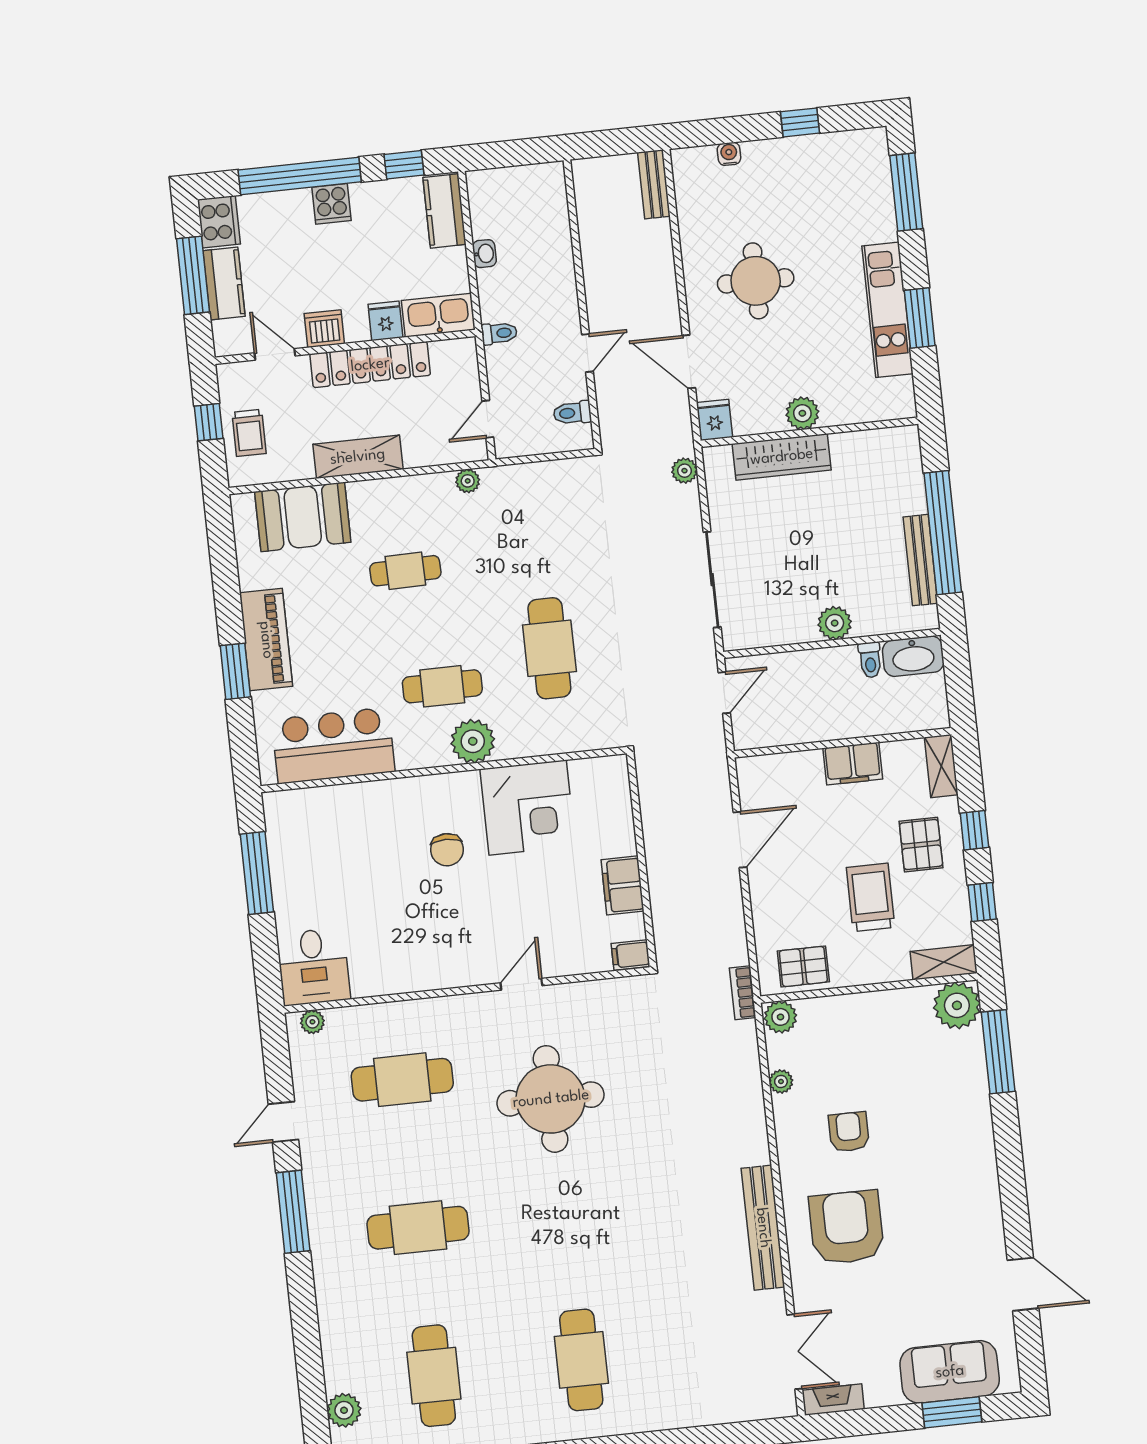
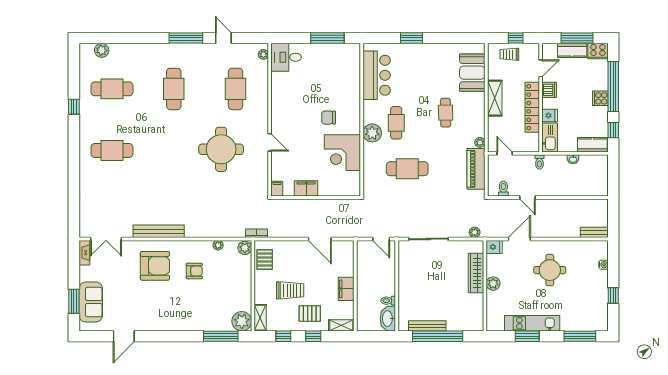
plant: (835, 623) -> (405, 288), removed
piano: (266, 640) -> (476, 169), moved, turned 90

